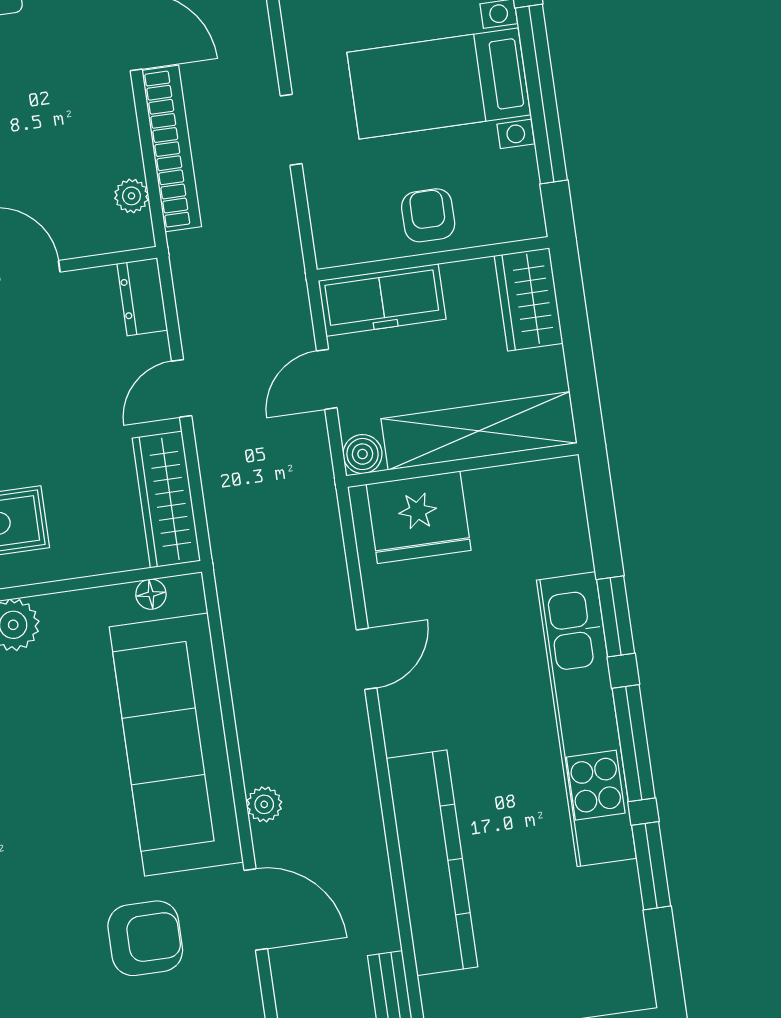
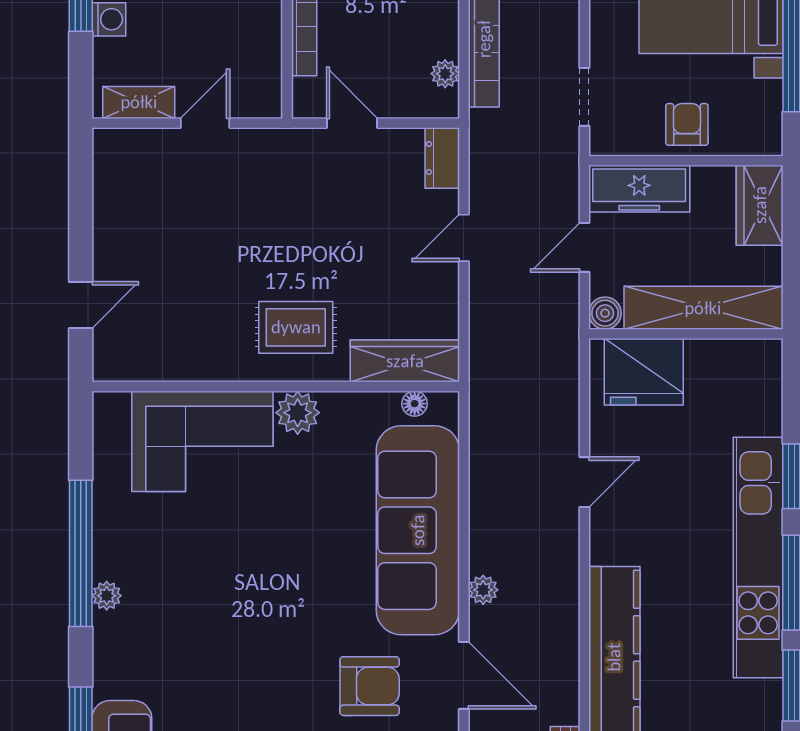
doorway: (291, 130) -> (584, 97), moved
wardrobe: (166, 499) -> (405, 361), moved, turned 90

